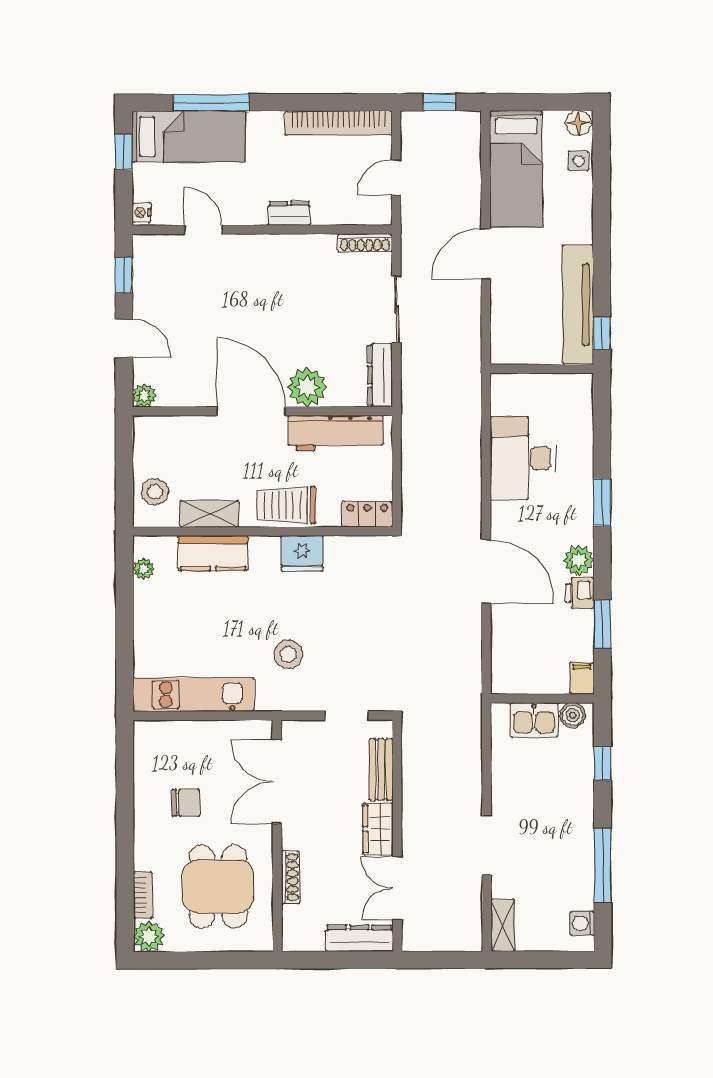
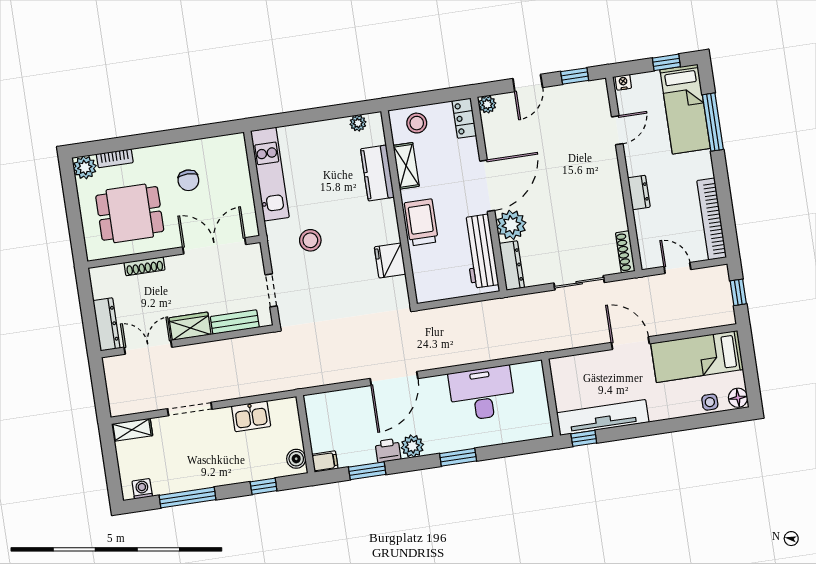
dresser: (380, 375) -> (512, 266), moved, turned 90
locker: (367, 514) -> (464, 118), moved, turned 180
fridge: (302, 554) -> (390, 260), moved
kitchen sink: (534, 720) -> (251, 416), moved, turned -90

